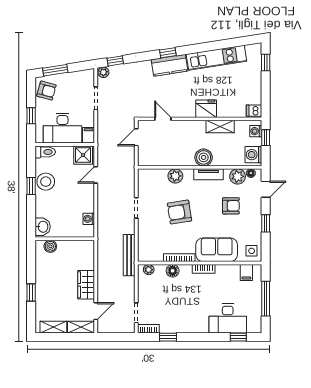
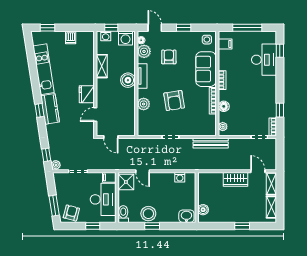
fridge: (206, 109) -> (87, 94), moved
dishwasher: (254, 111) -> (71, 38), moved

